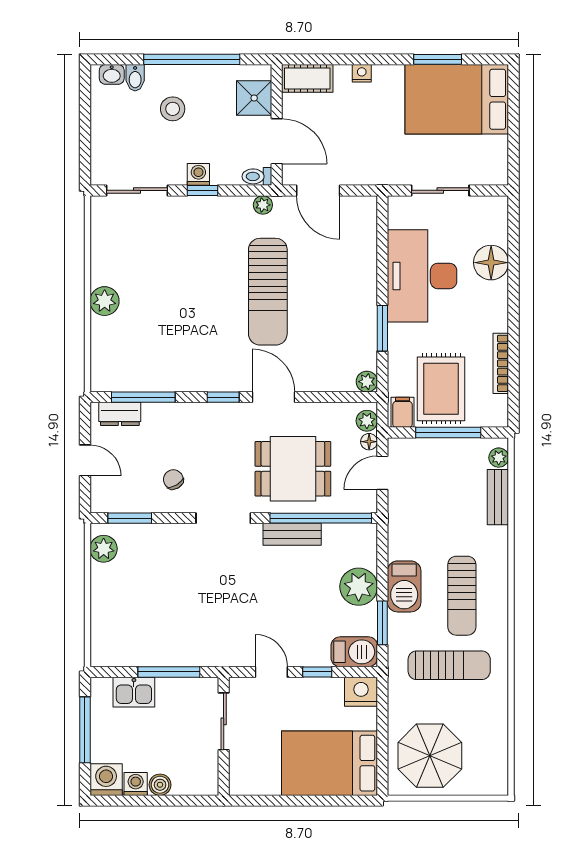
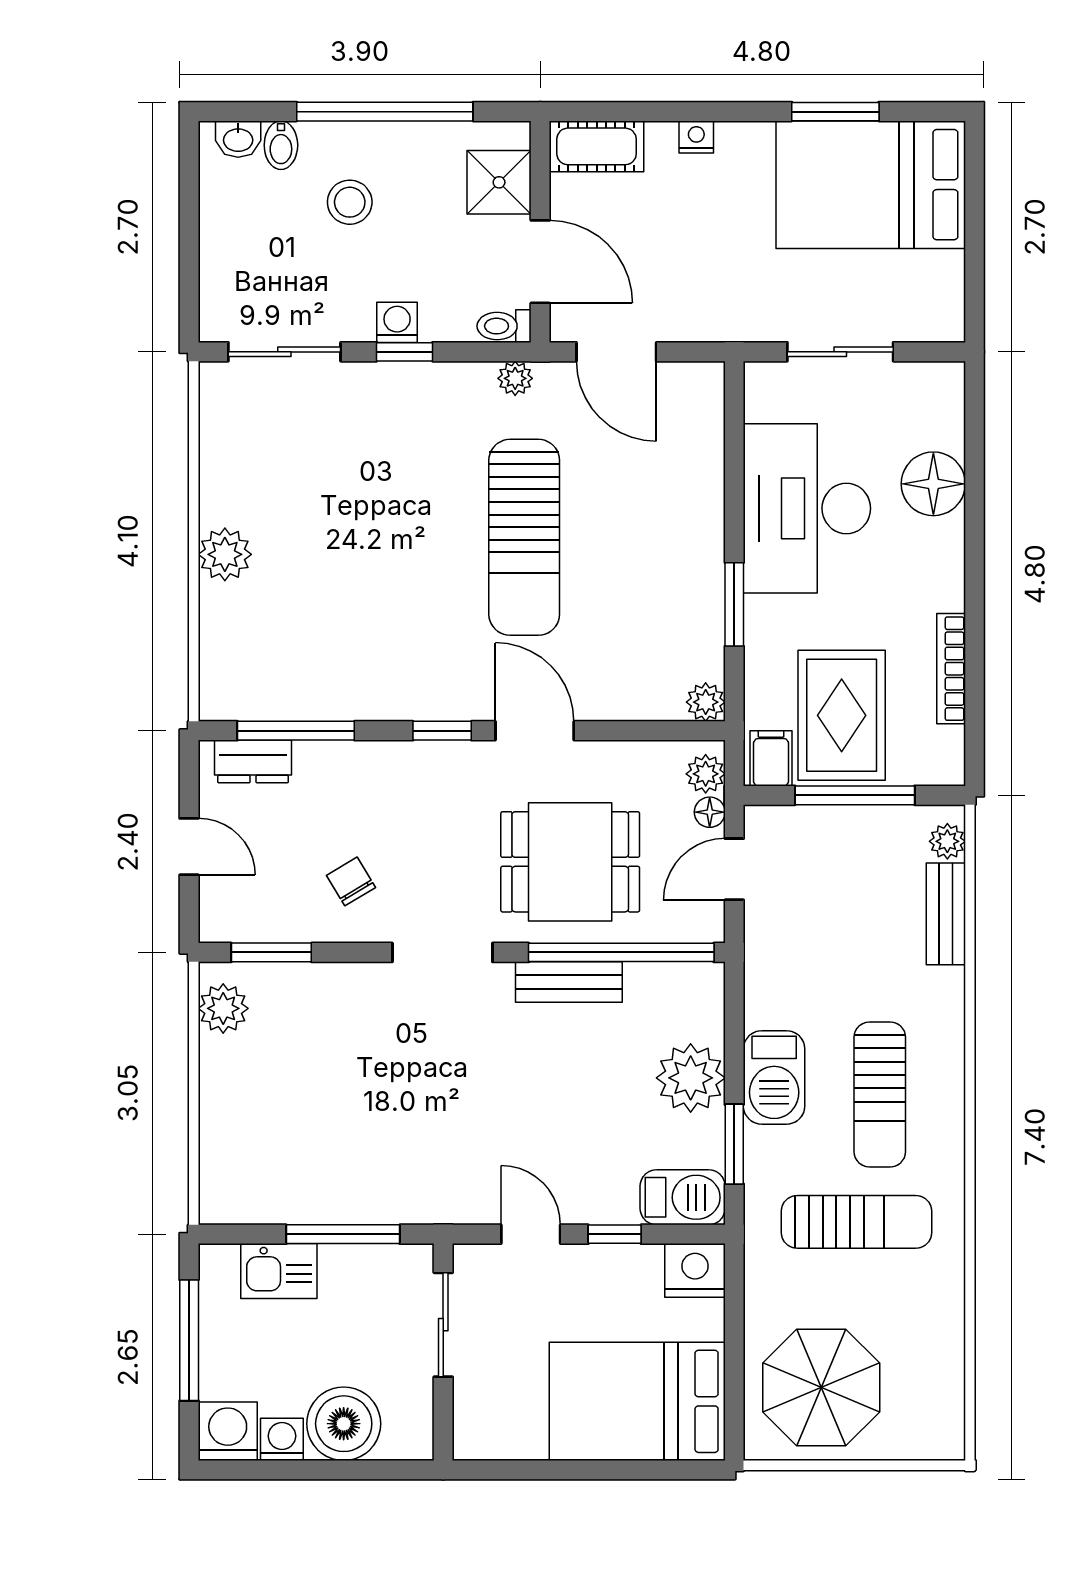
boiler: (160, 785) -> (344, 1424), width x1.86, depth x1.86

